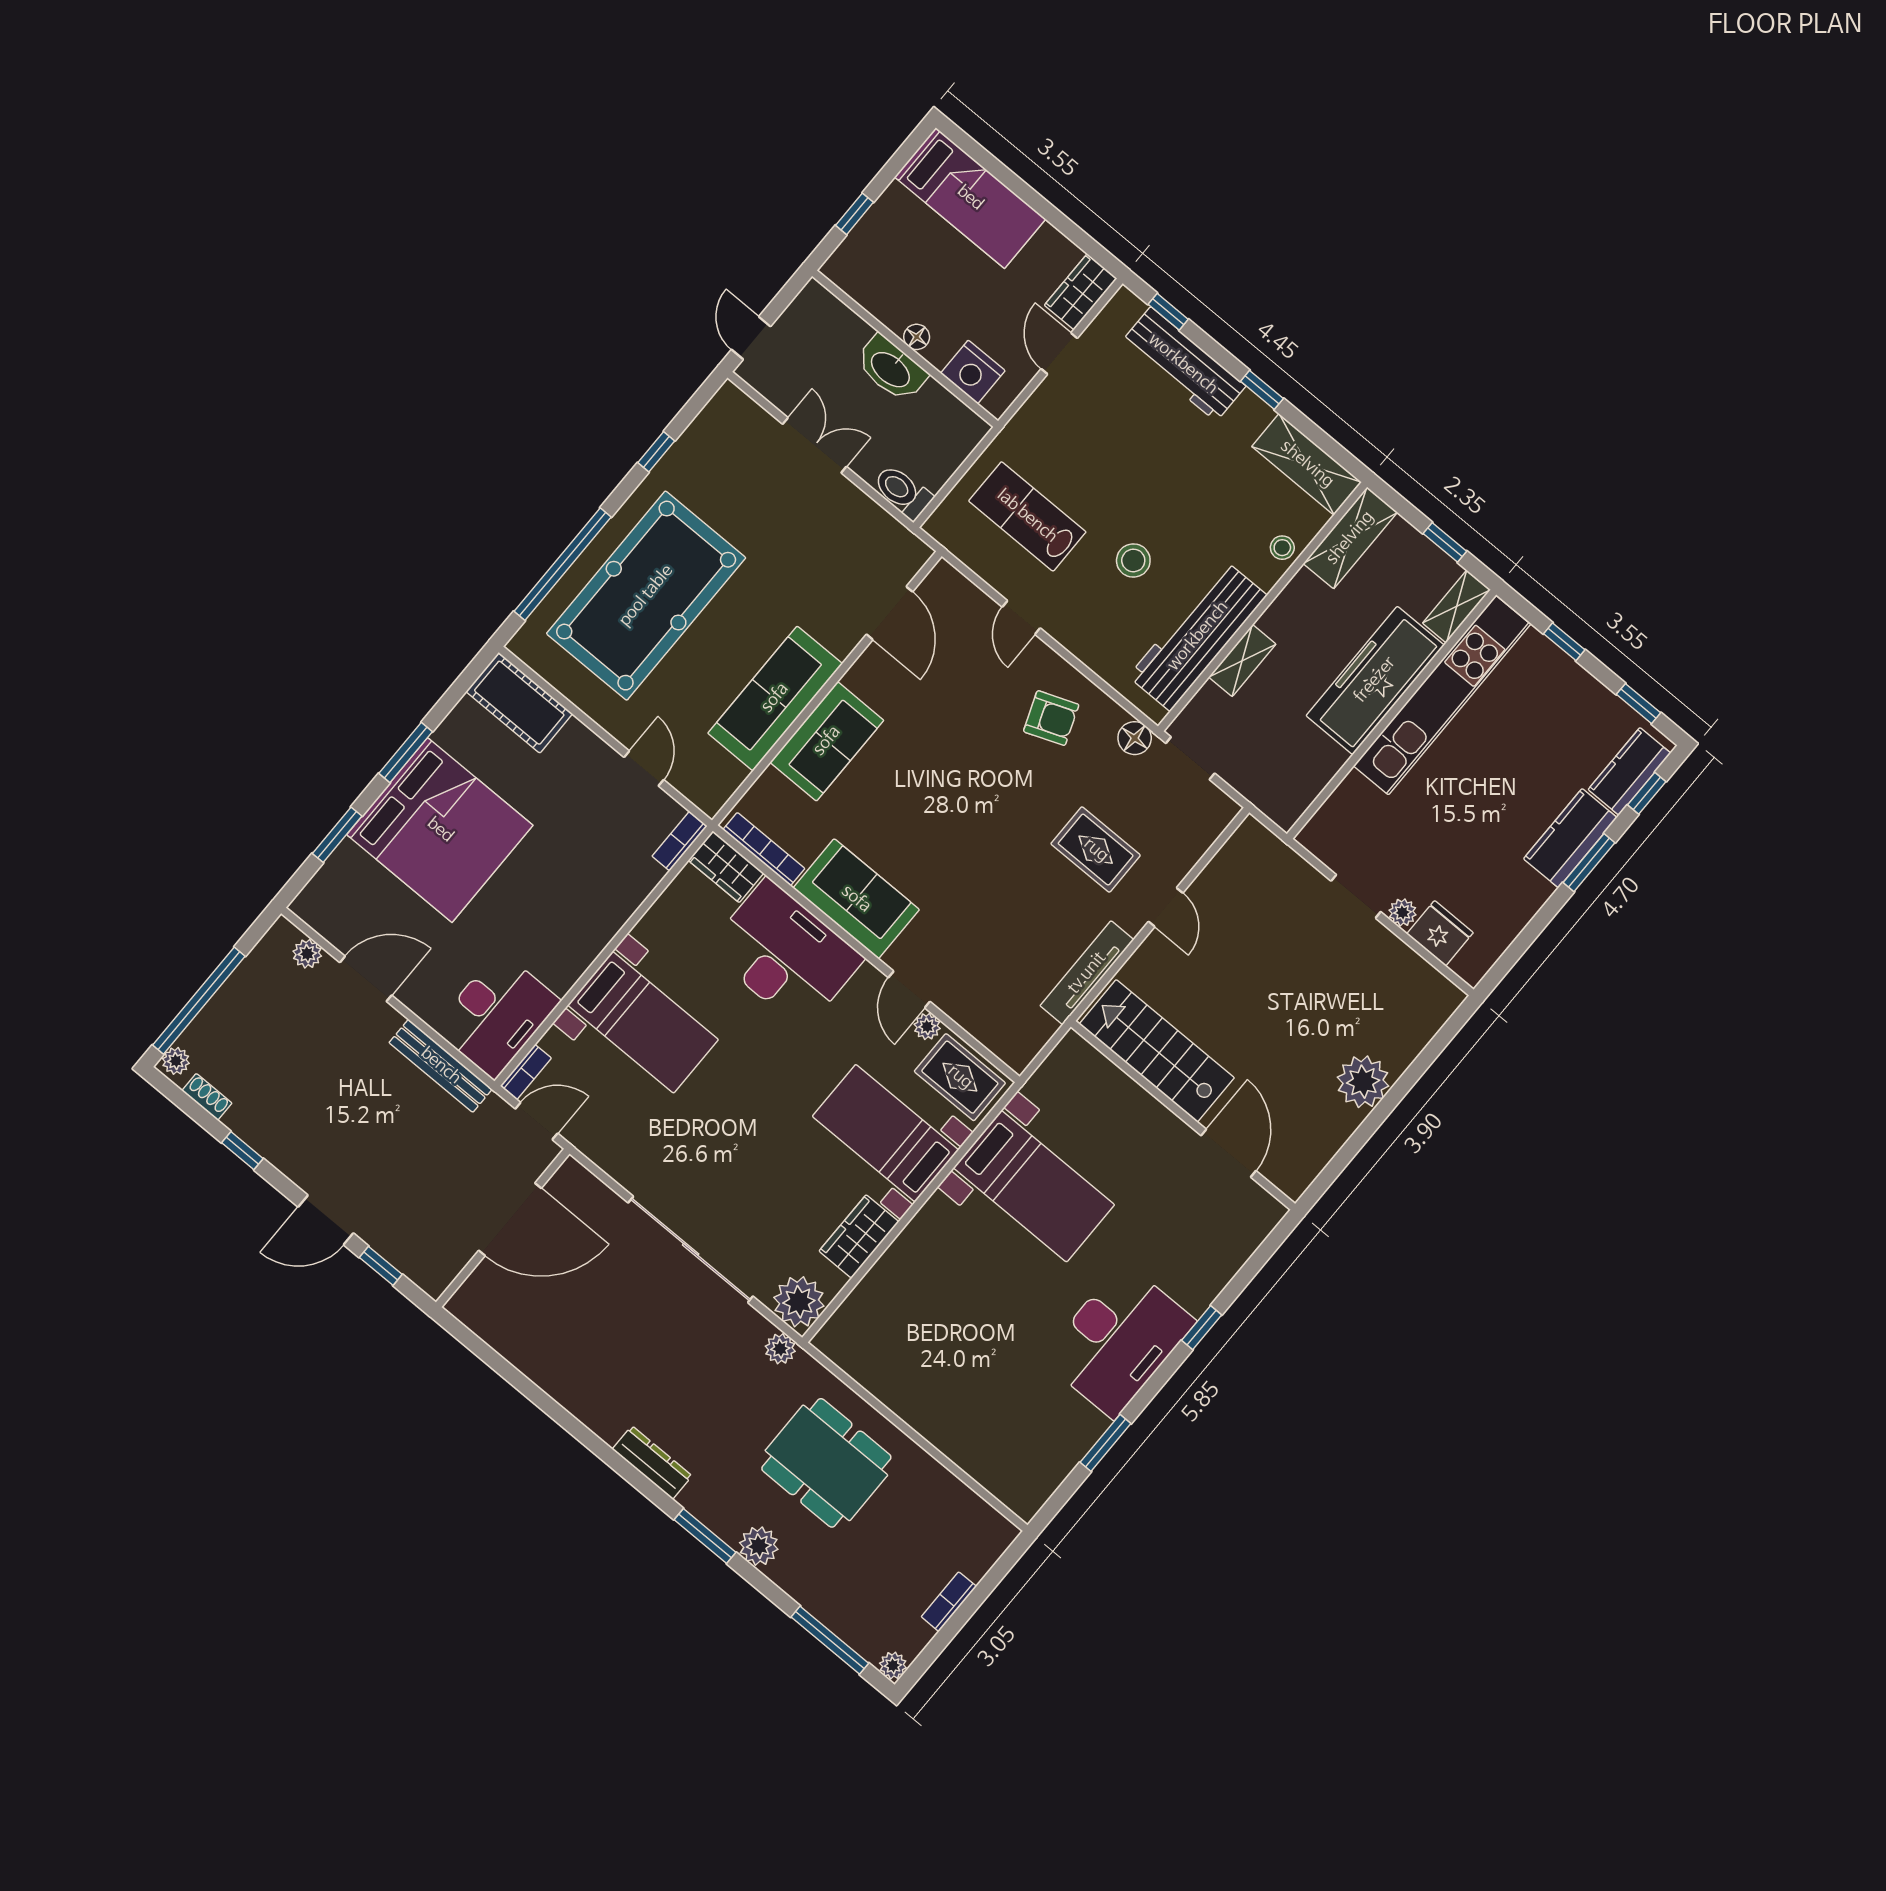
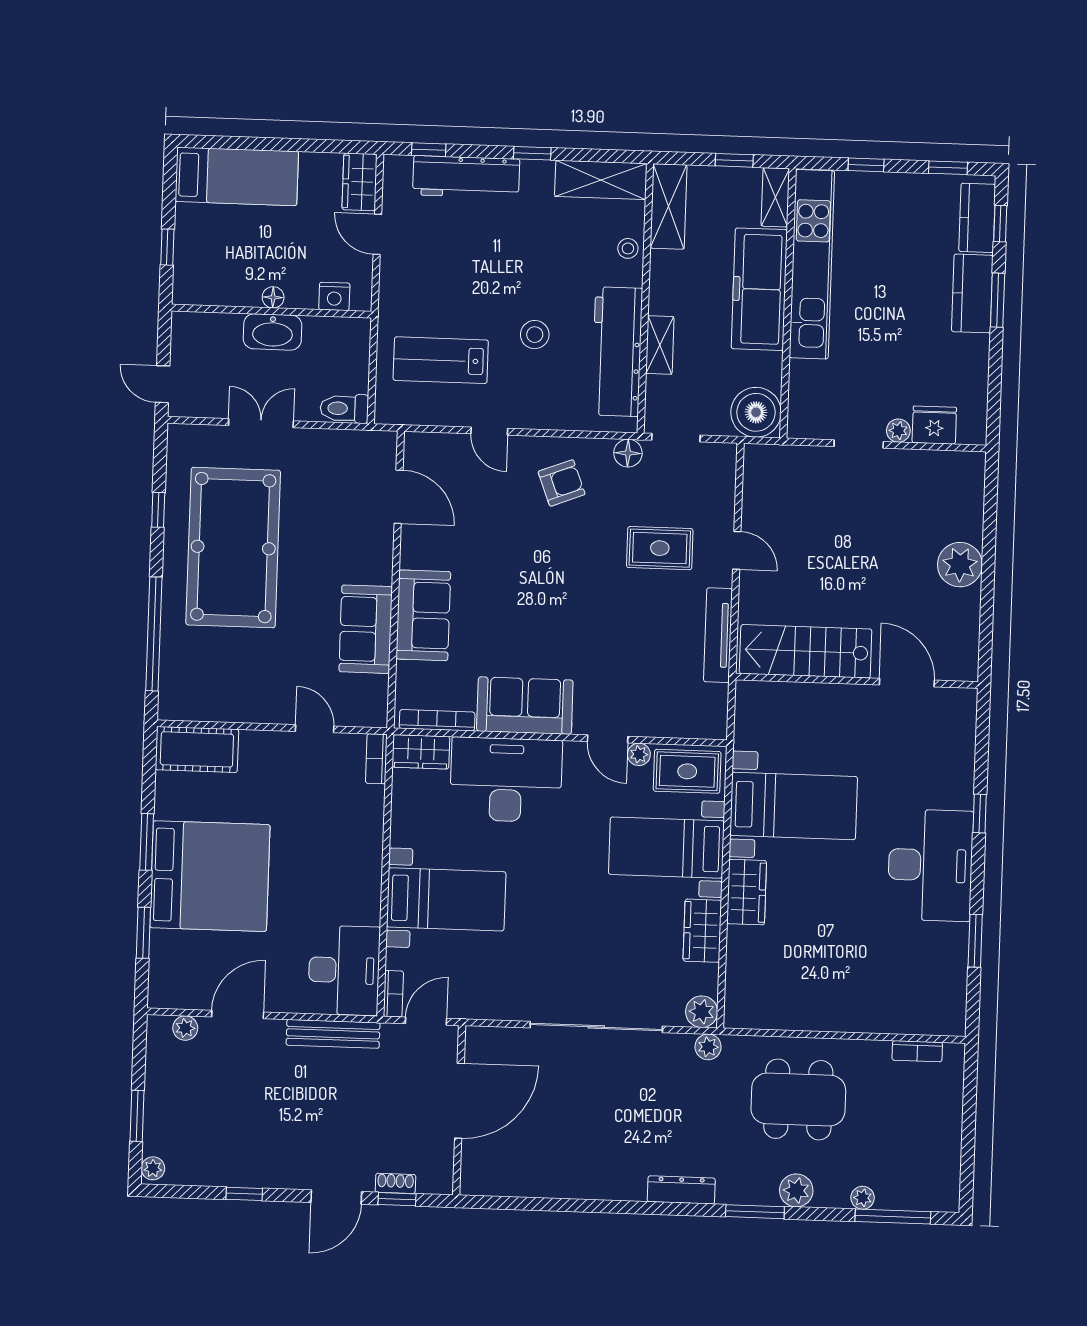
nightstand: (973, 372) -> (334, 296), width x0.74, depth x0.75
pool table: (646, 596) -> (233, 548), moved
sofa: (775, 698) -> (366, 629), width x0.73
boiler: (1283, 793) -> (756, 412), added
window: (199, 1001) -> (137, 1116), width x0.47
shoe rack: (207, 1097) -> (395, 1183), moved
wardrobe: (928, 1233) -> (747, 892), added
plant: (799, 1302) -> (702, 1012), width x0.73, depth x0.73
bookcase: (949, 1602) -> (917, 1051), moved, turned -90
plant: (893, 1666) -> (863, 1198), moved

